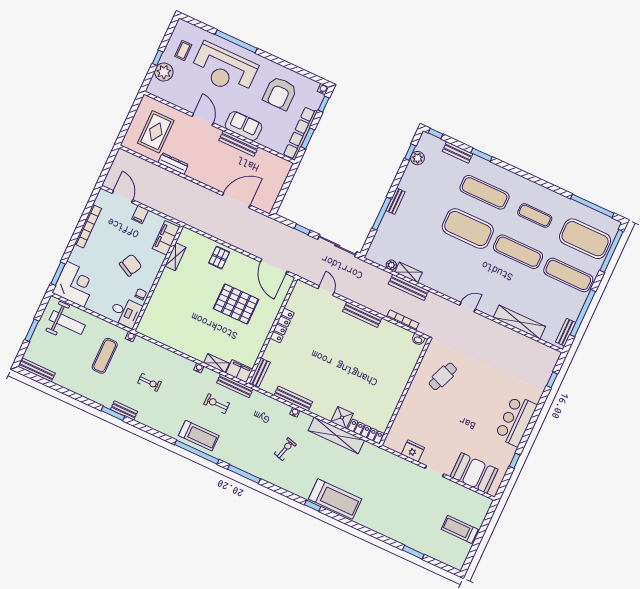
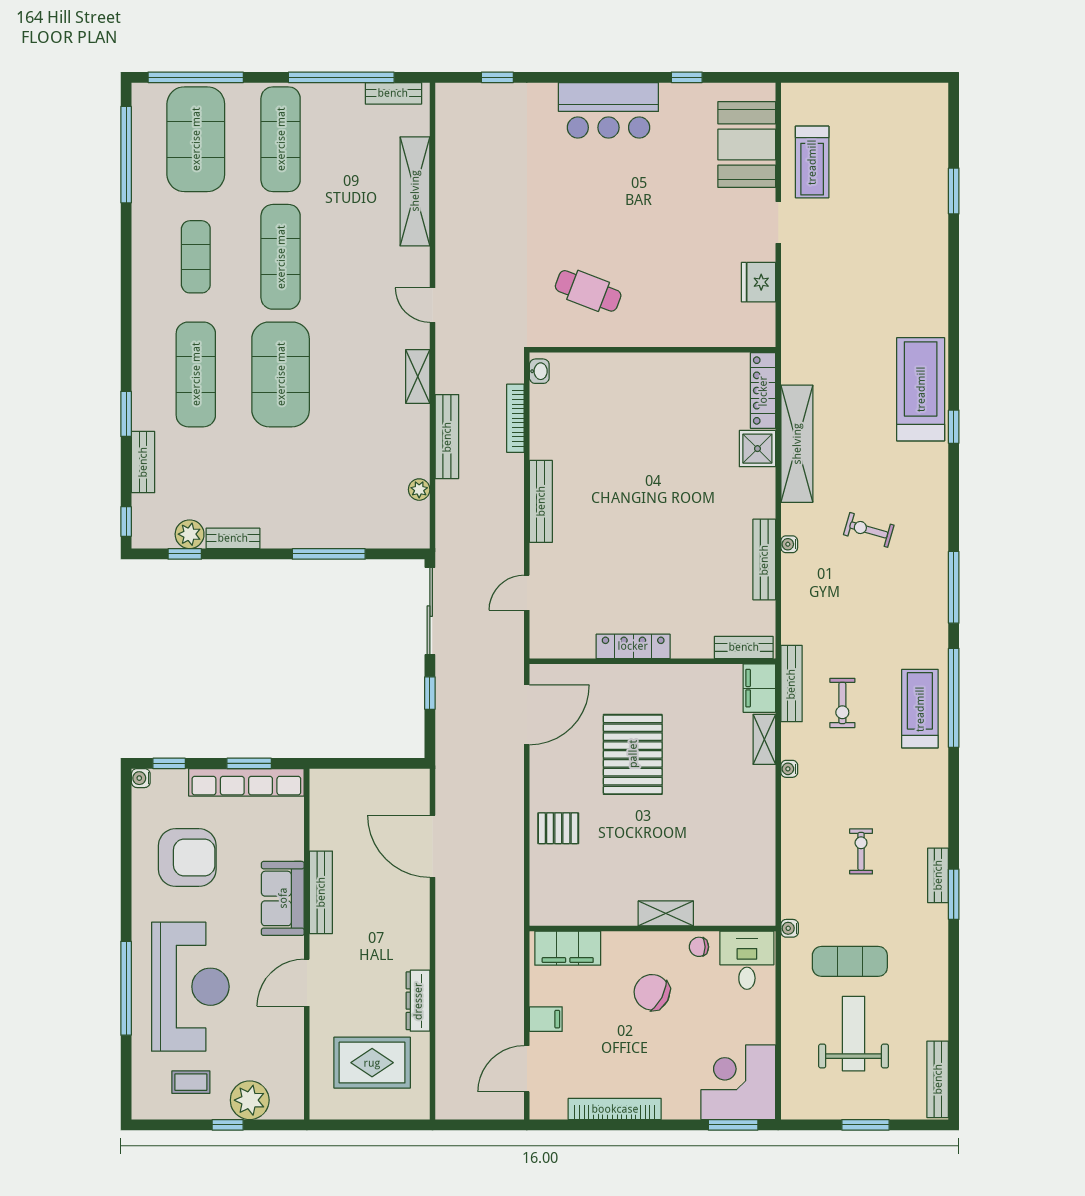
bench: (395, 201) -> (233, 538), moved
shelving: (175, 257) -> (666, 913), moved
shelving: (408, 272) -> (418, 376), moved
weight bench: (67, 323) -> (854, 1034), moved
treadmill: (460, 529) -> (812, 162), moved

